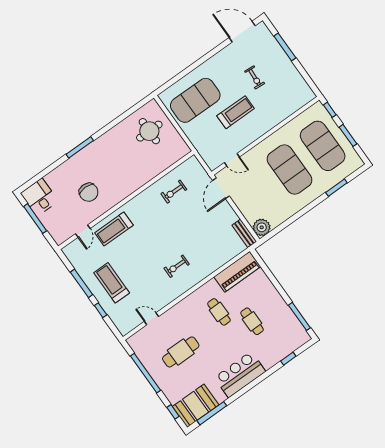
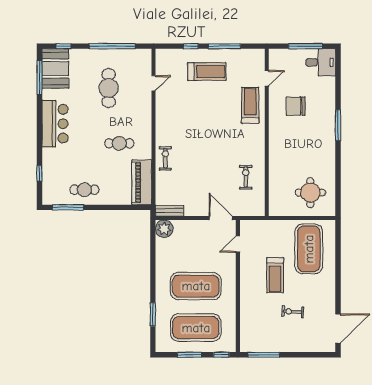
window: (285, 47) -> (264, 355), moved
door: (83, 231) -> (267, 78), swing flipped
exercise bike: (177, 266) -> (165, 158), moved
cafe table: (252, 321) -> (84, 190), moved

